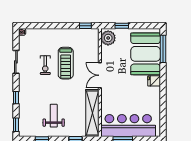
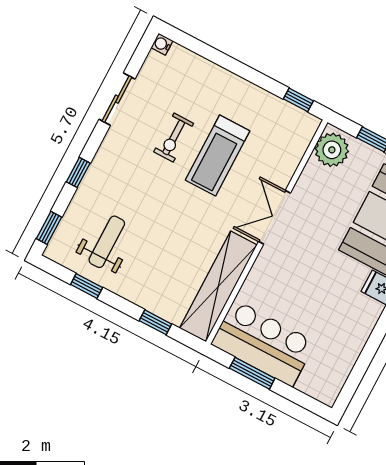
weight bench: (54, 116) -> (107, 242), moved
bar counter: (128, 126) -> (263, 343), width x0.73

